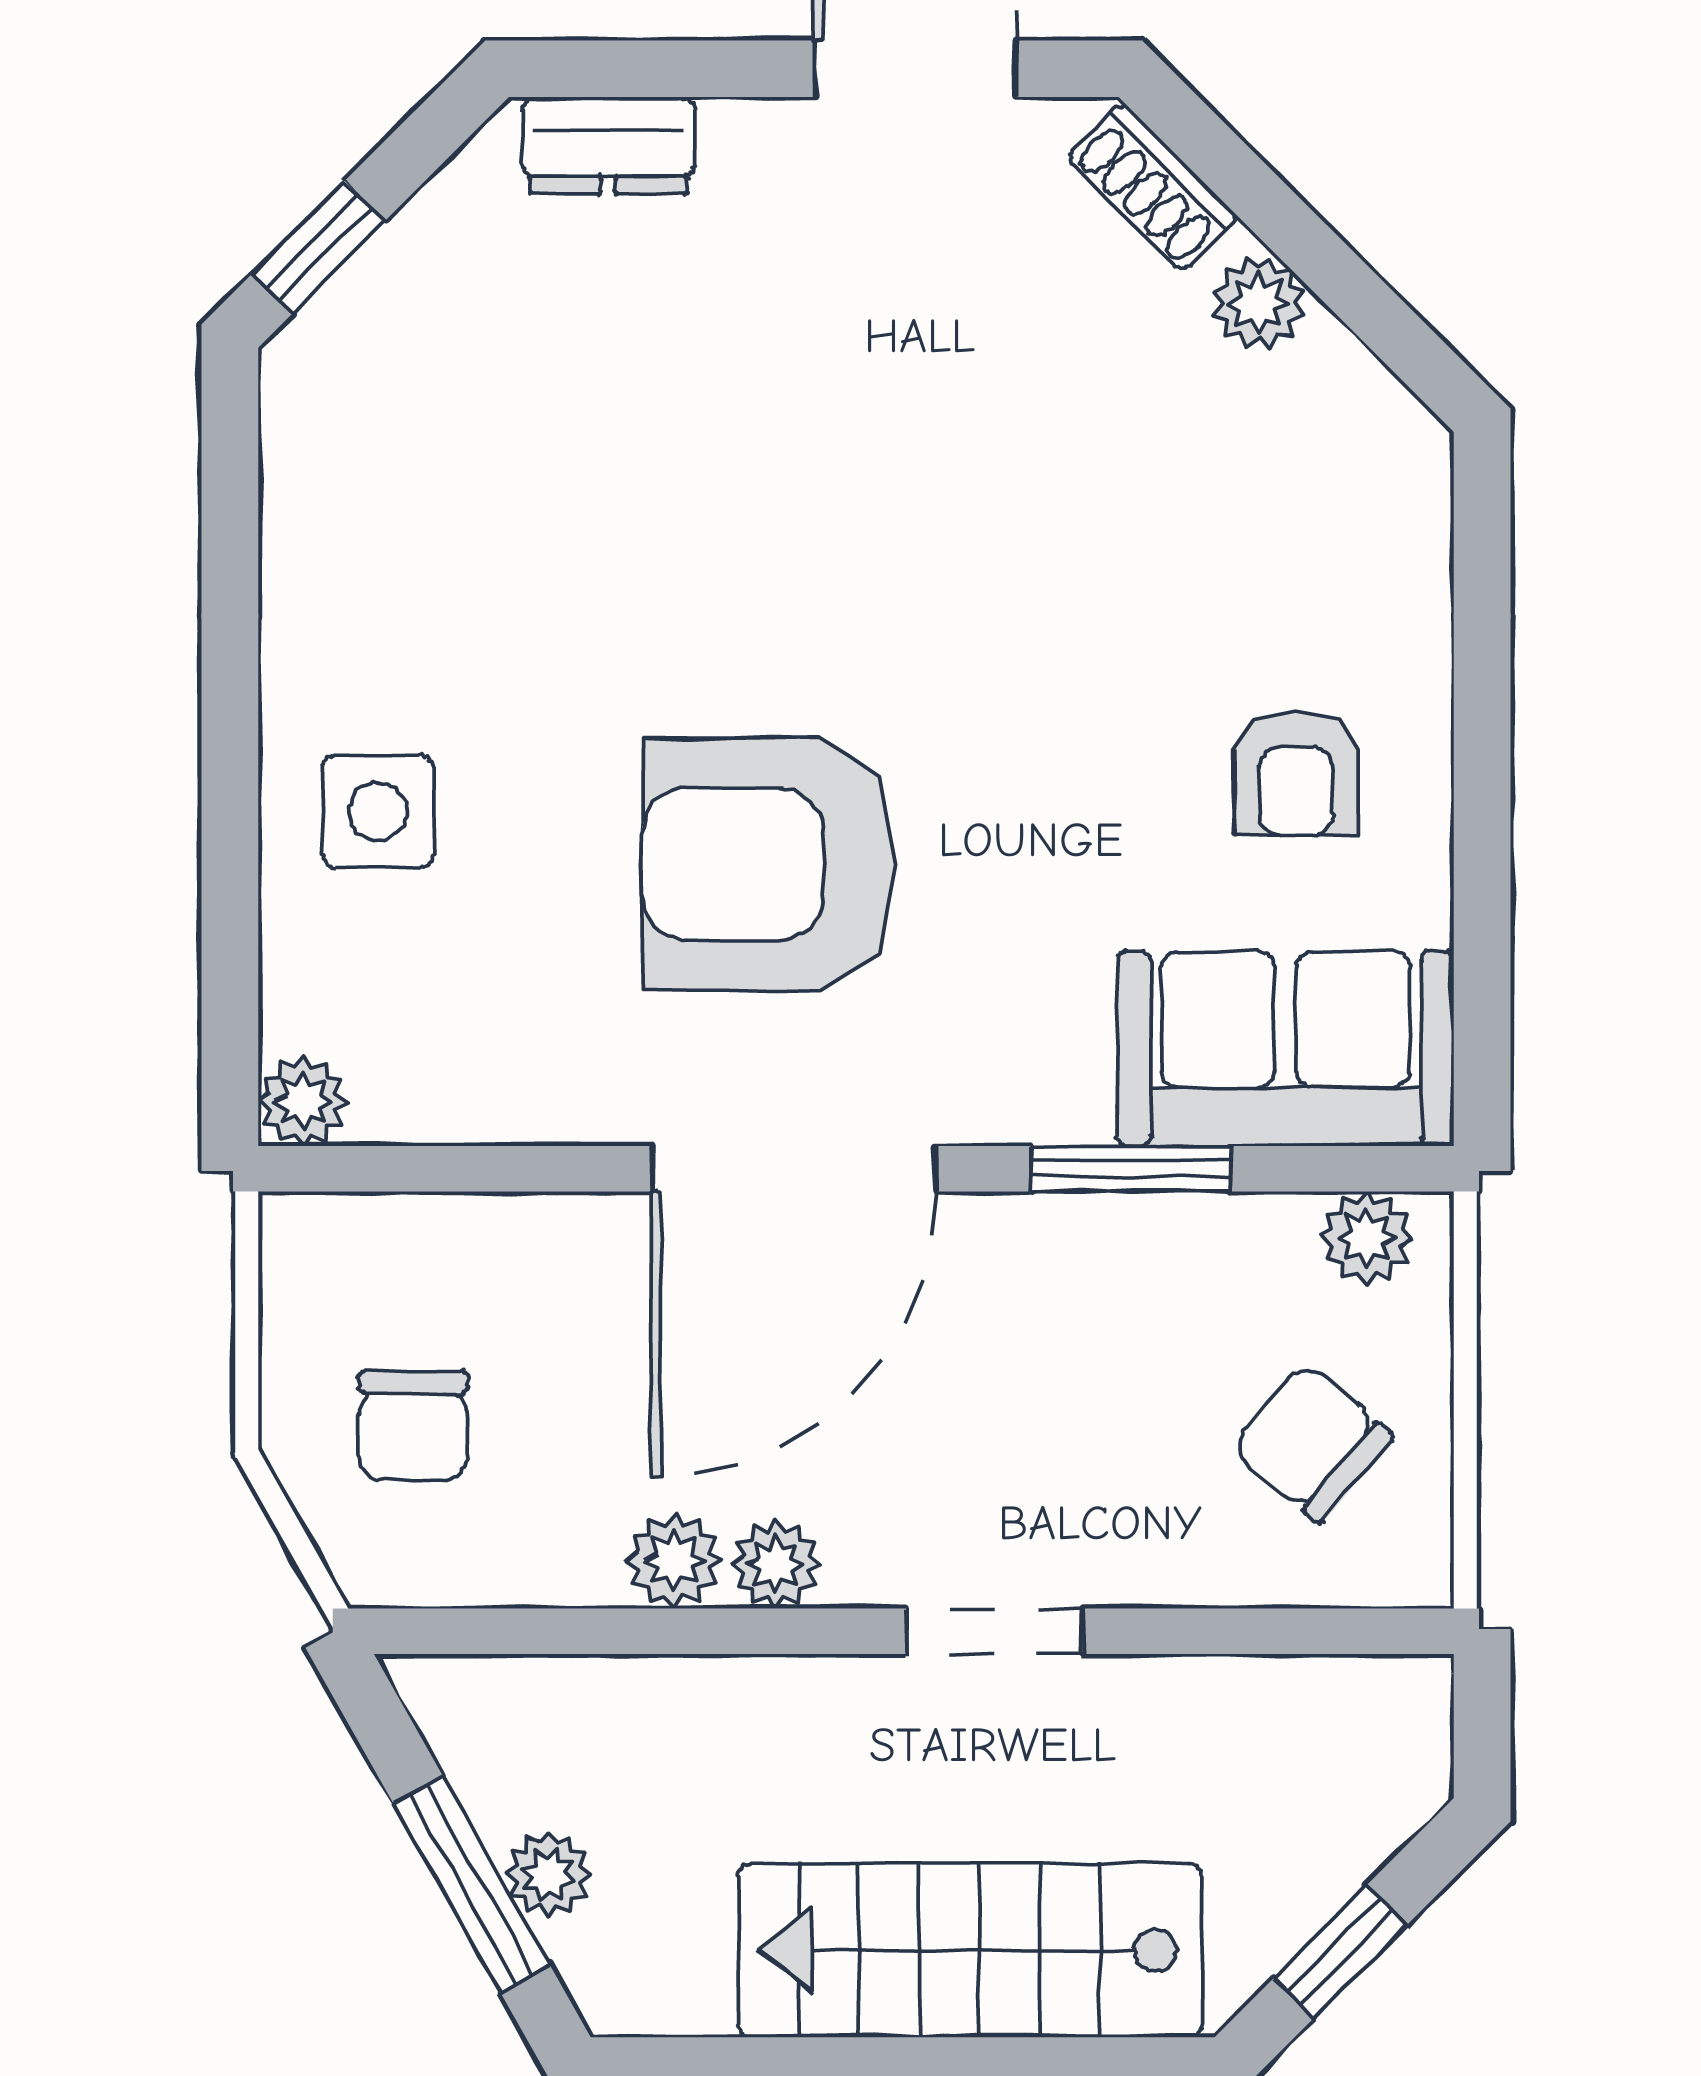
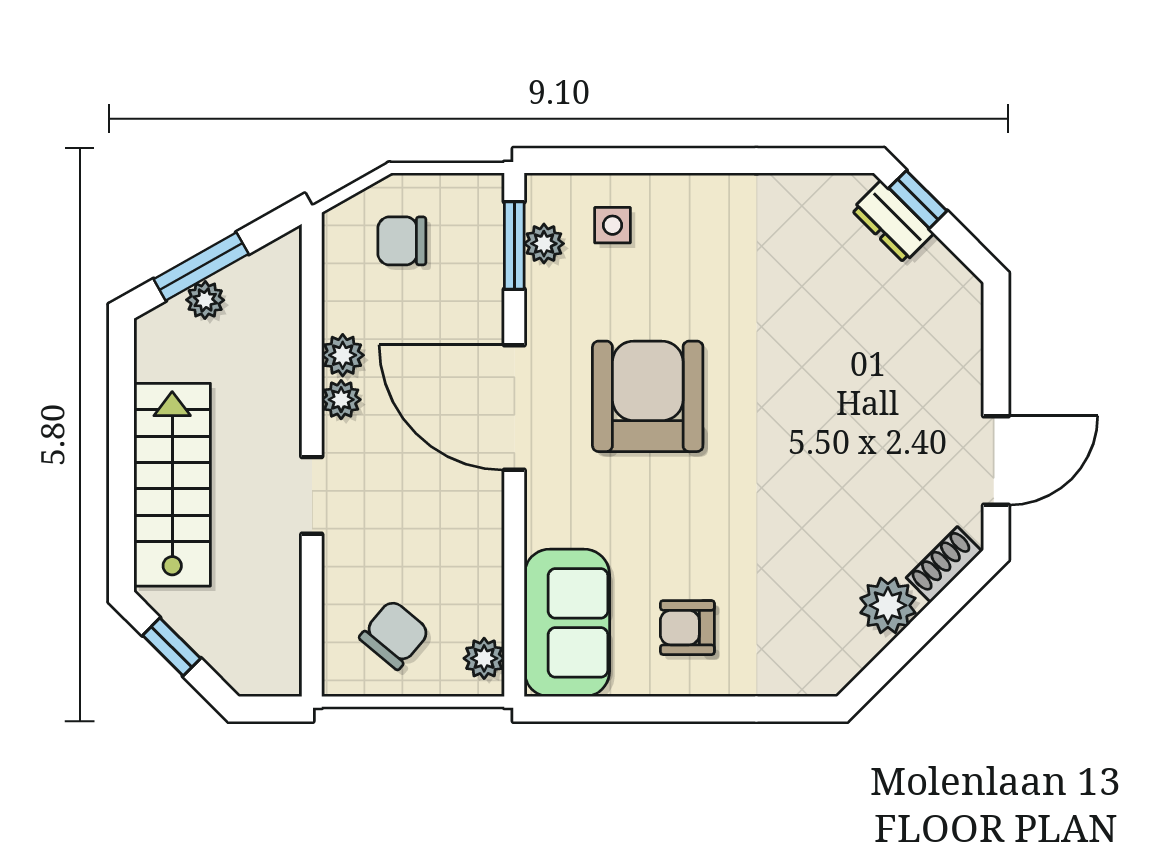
dresser: (608, 145) -> (893, 222), moved, turned -45
plant: (1258, 303) -> (888, 605), width x1.38, depth x1.38
side table: (378, 812) -> (613, 225), moved, width x0.73, depth x0.73
plant: (303, 1101) -> (544, 244), moved
window: (1131, 1169) -> (514, 246), moved

